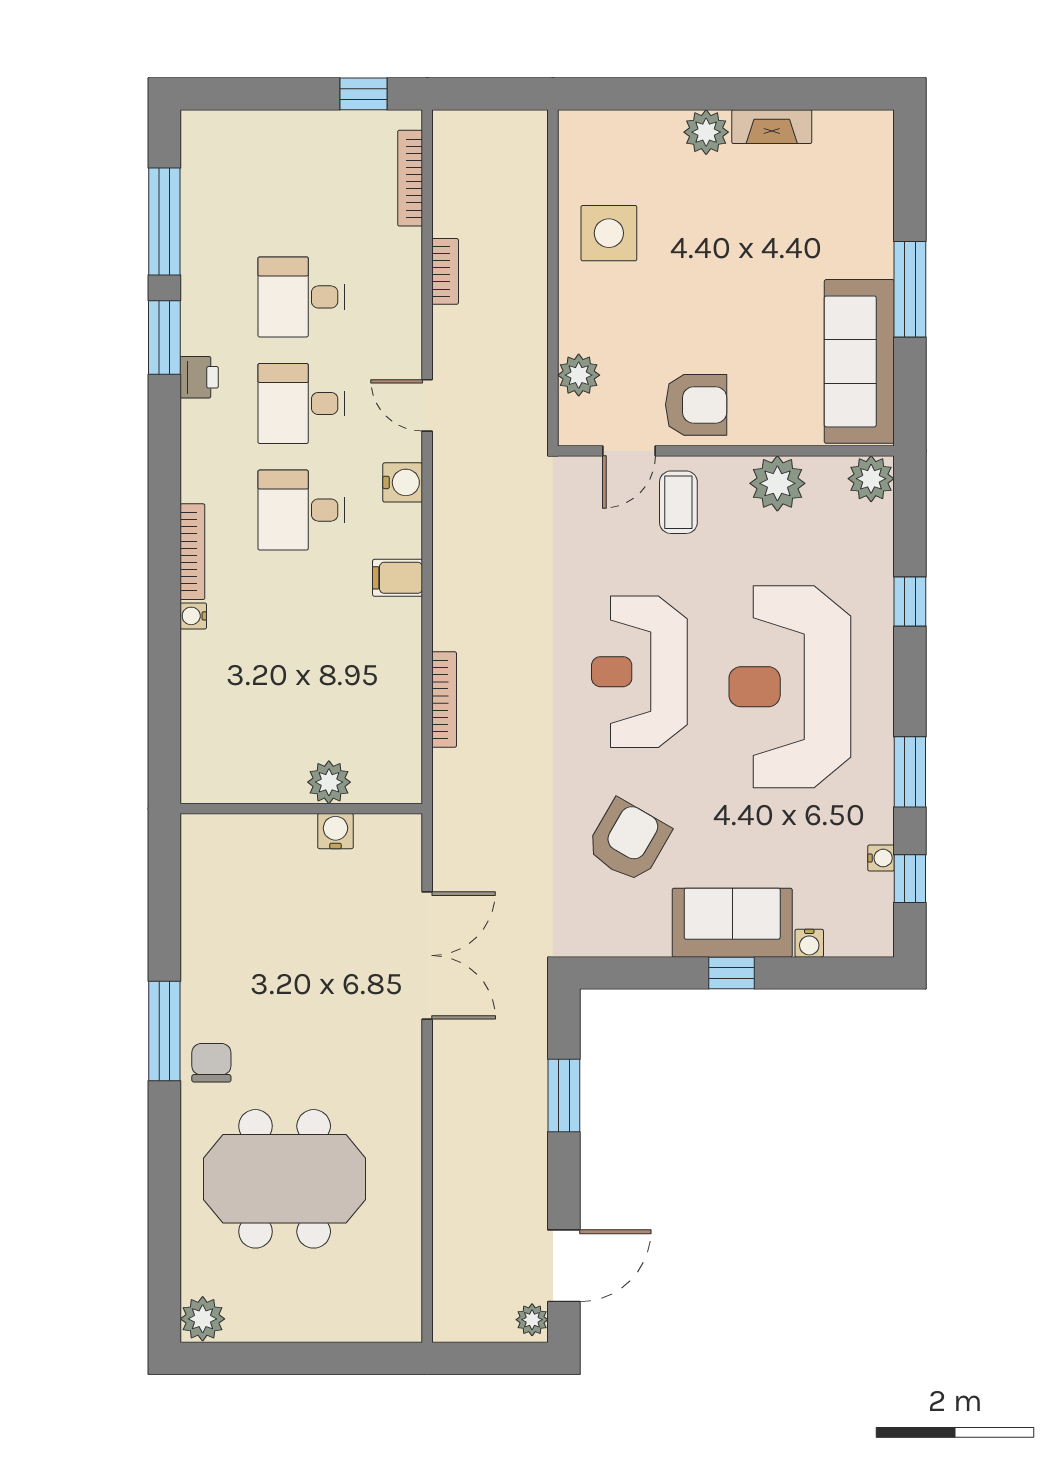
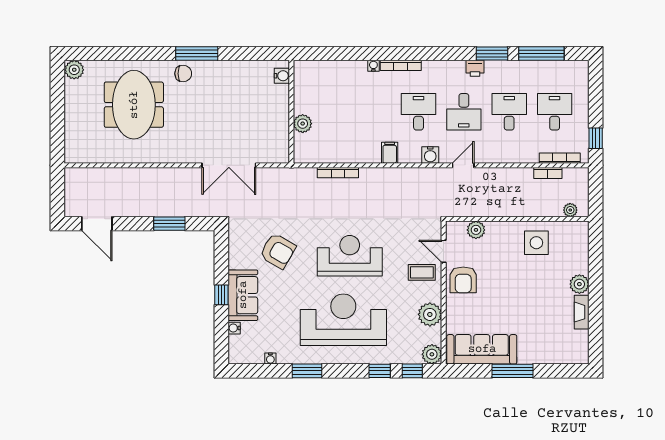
desk: (301, 190) -> (555, 112), added
bookcase: (445, 271) -> (548, 173), moved
desk: (301, 403) -> (464, 112), turned 180
water cooler: (335, 831) -> (282, 76), moved
window: (910, 879) -> (412, 371), moved
plant: (532, 1320) -> (570, 210), moved

